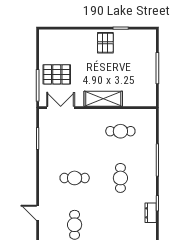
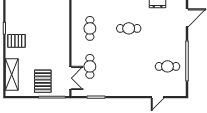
shelving: (103, 99) -> (12, 74), moved
double door: (61, 108) -> (70, 78), swing flipped
cafe table: (75, 178) -> (90, 66), moved

